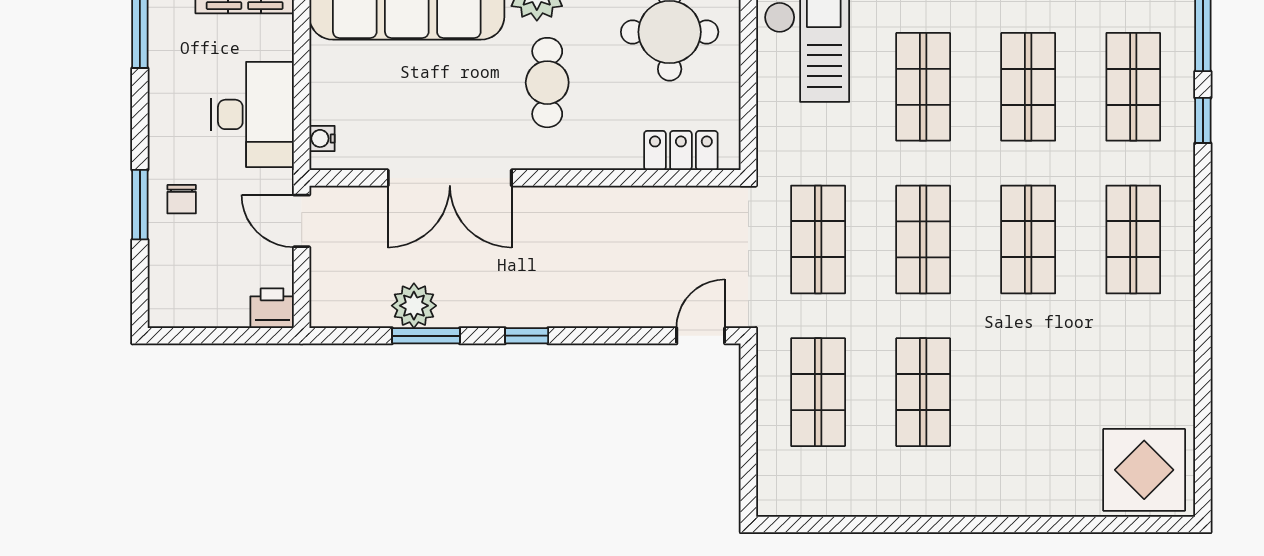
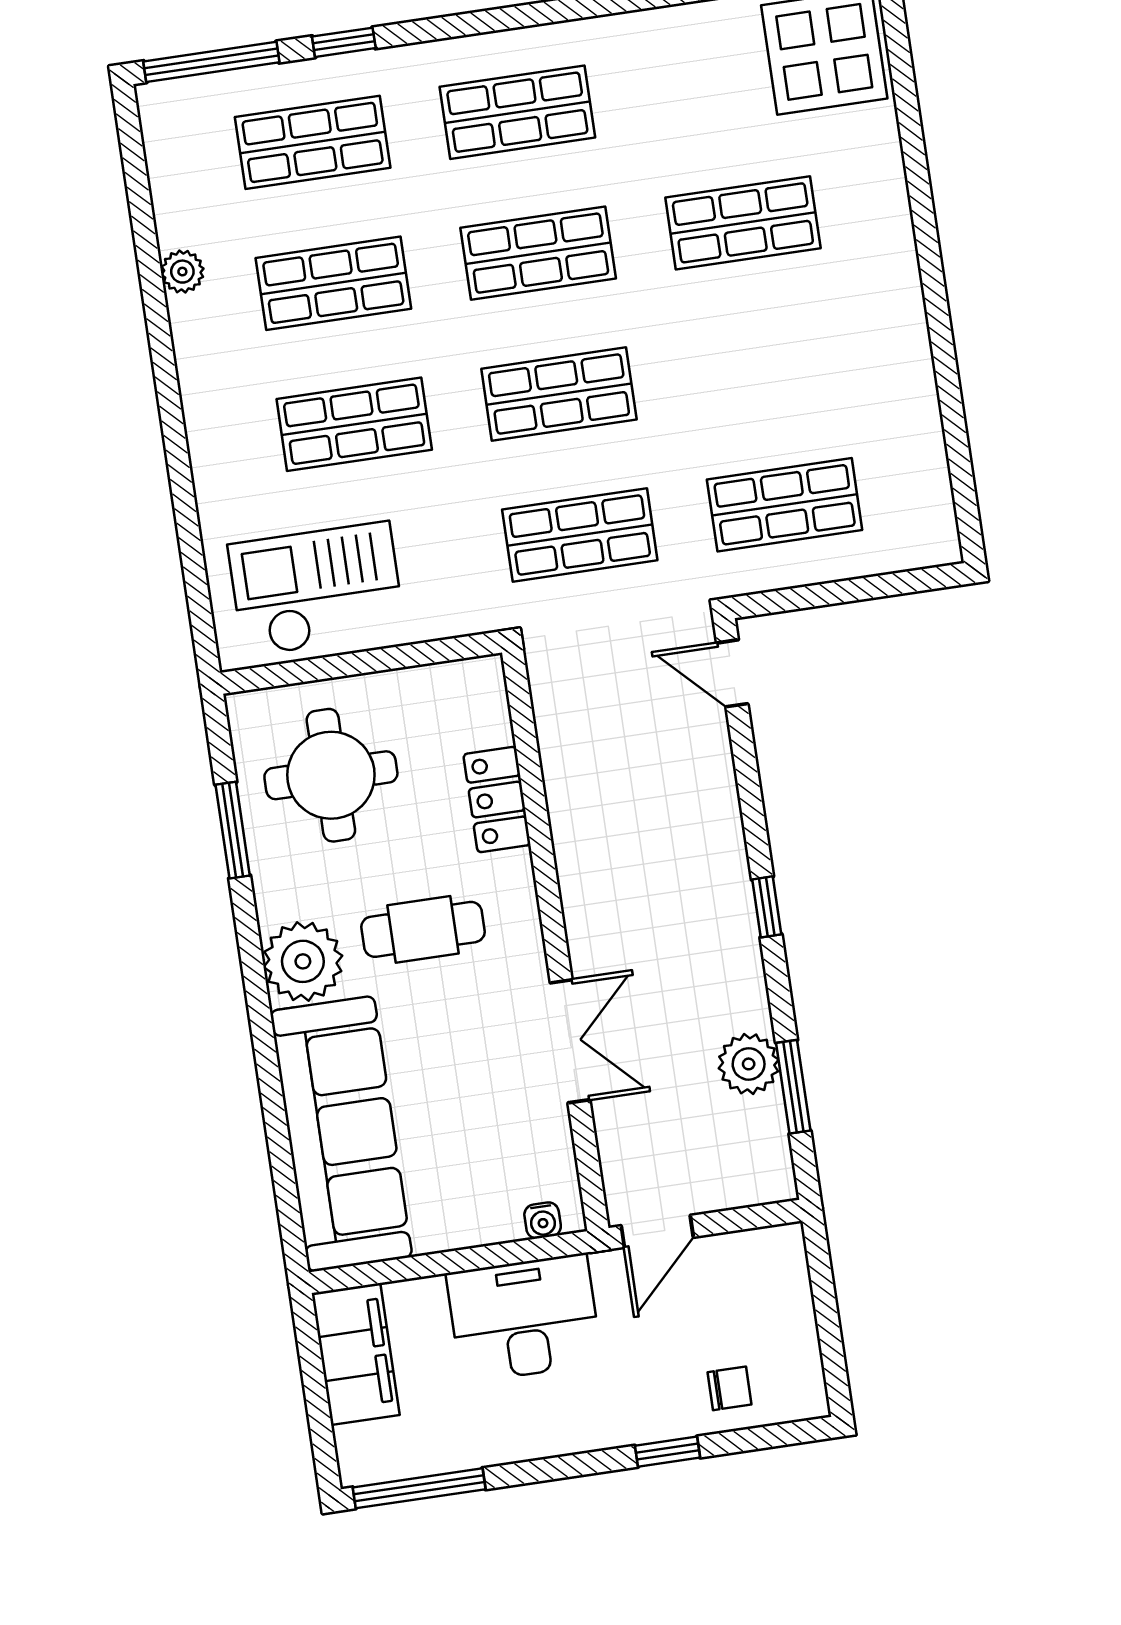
locker: (681, 150) -> (497, 800), moved
double door: (450, 178) -> (570, 1041), width x0.73
chair: (182, 199) -> (729, 1388), moved
window: (140, 205) -> (667, 1452), width x0.67
printer: (272, 308) -> (780, 1254), removed
window: (426, 336) -> (793, 1087), moved
shop shelf: (923, 392) -> (743, 223), moved

